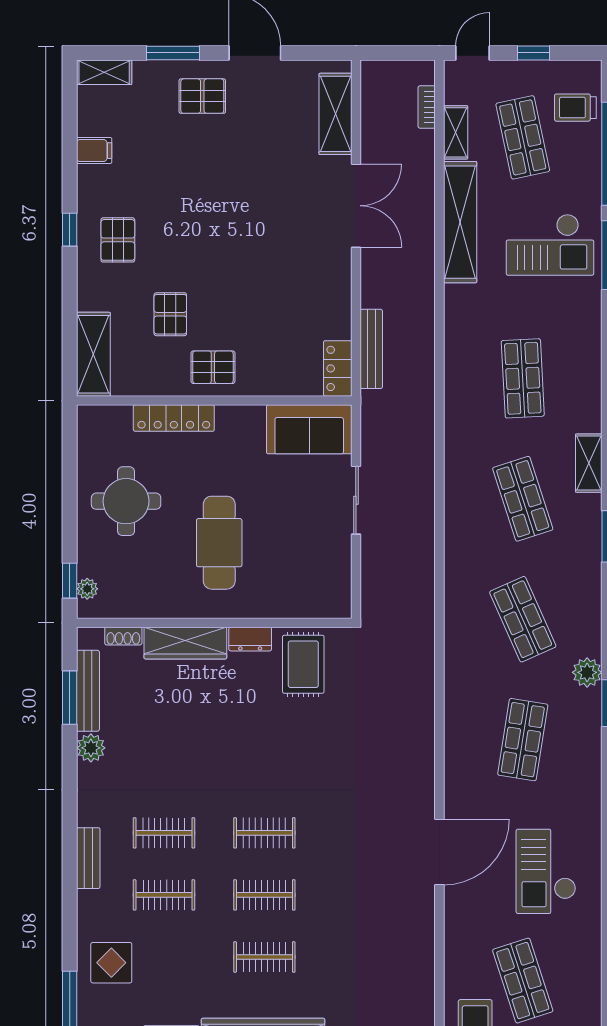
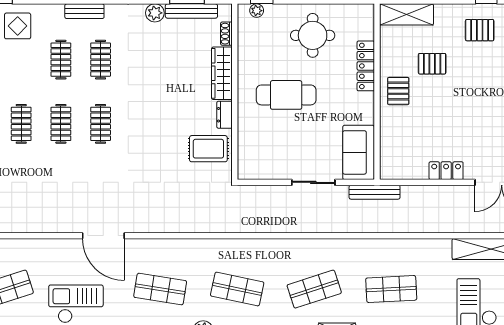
bench: (371, 349) -> (375, 192), moved
locker: (338, 368) -> (446, 171), moved
shop shelf: (523, 619) -> (237, 289), turned 36
door: (439, 852) -> (103, 236), moved

